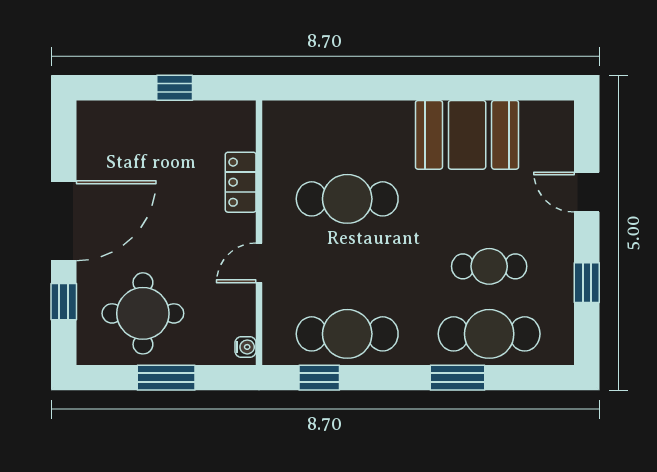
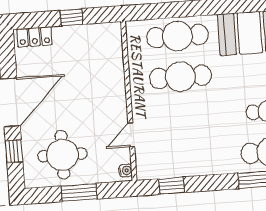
locker: (241, 182) -> (35, 37), moved, turned -90
door: (259, 263) -> (131, 135), moved
cafe table: (347, 334) -> (177, 36), moved

